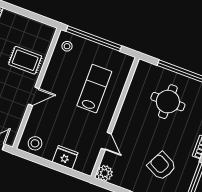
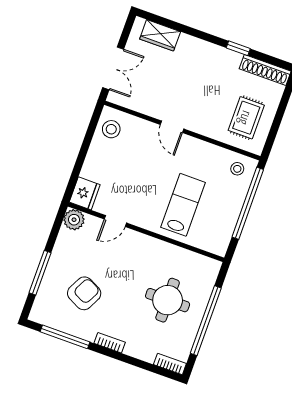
rug: (25, 60) -> (246, 118), moved
lab bench: (94, 89) -> (183, 205), turned -90
fridge: (65, 157) -> (85, 193), moved

